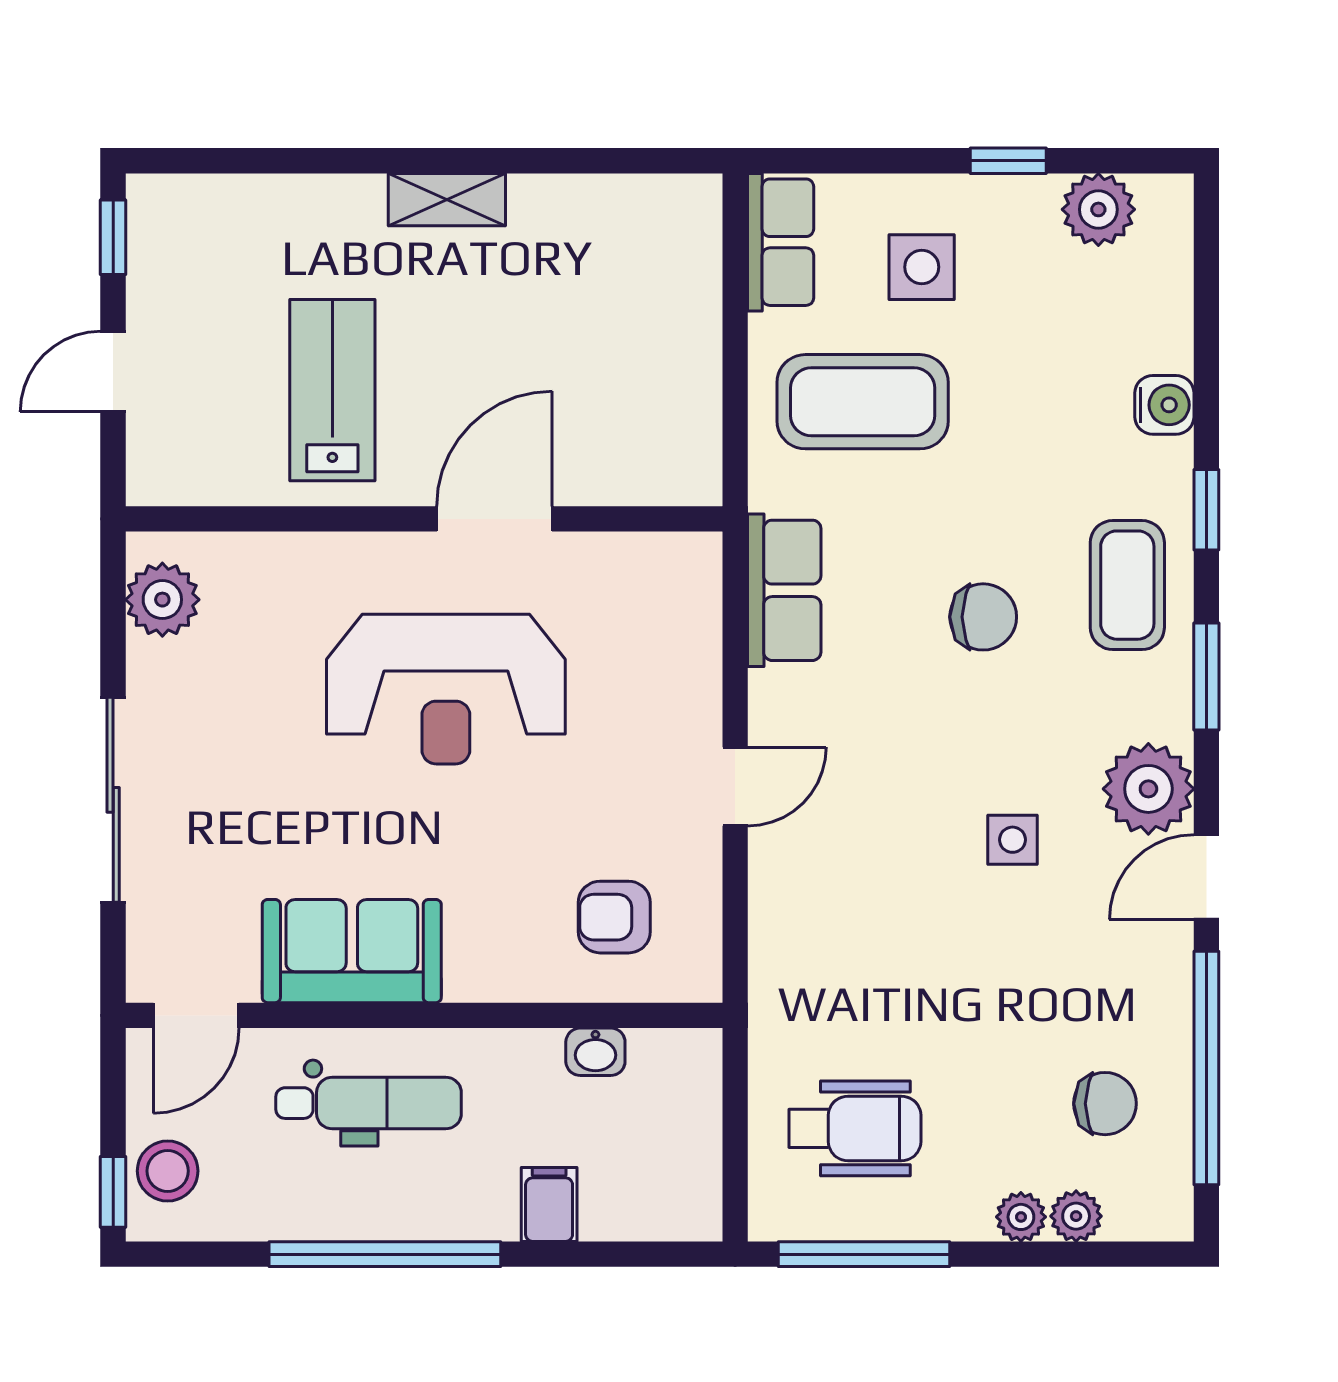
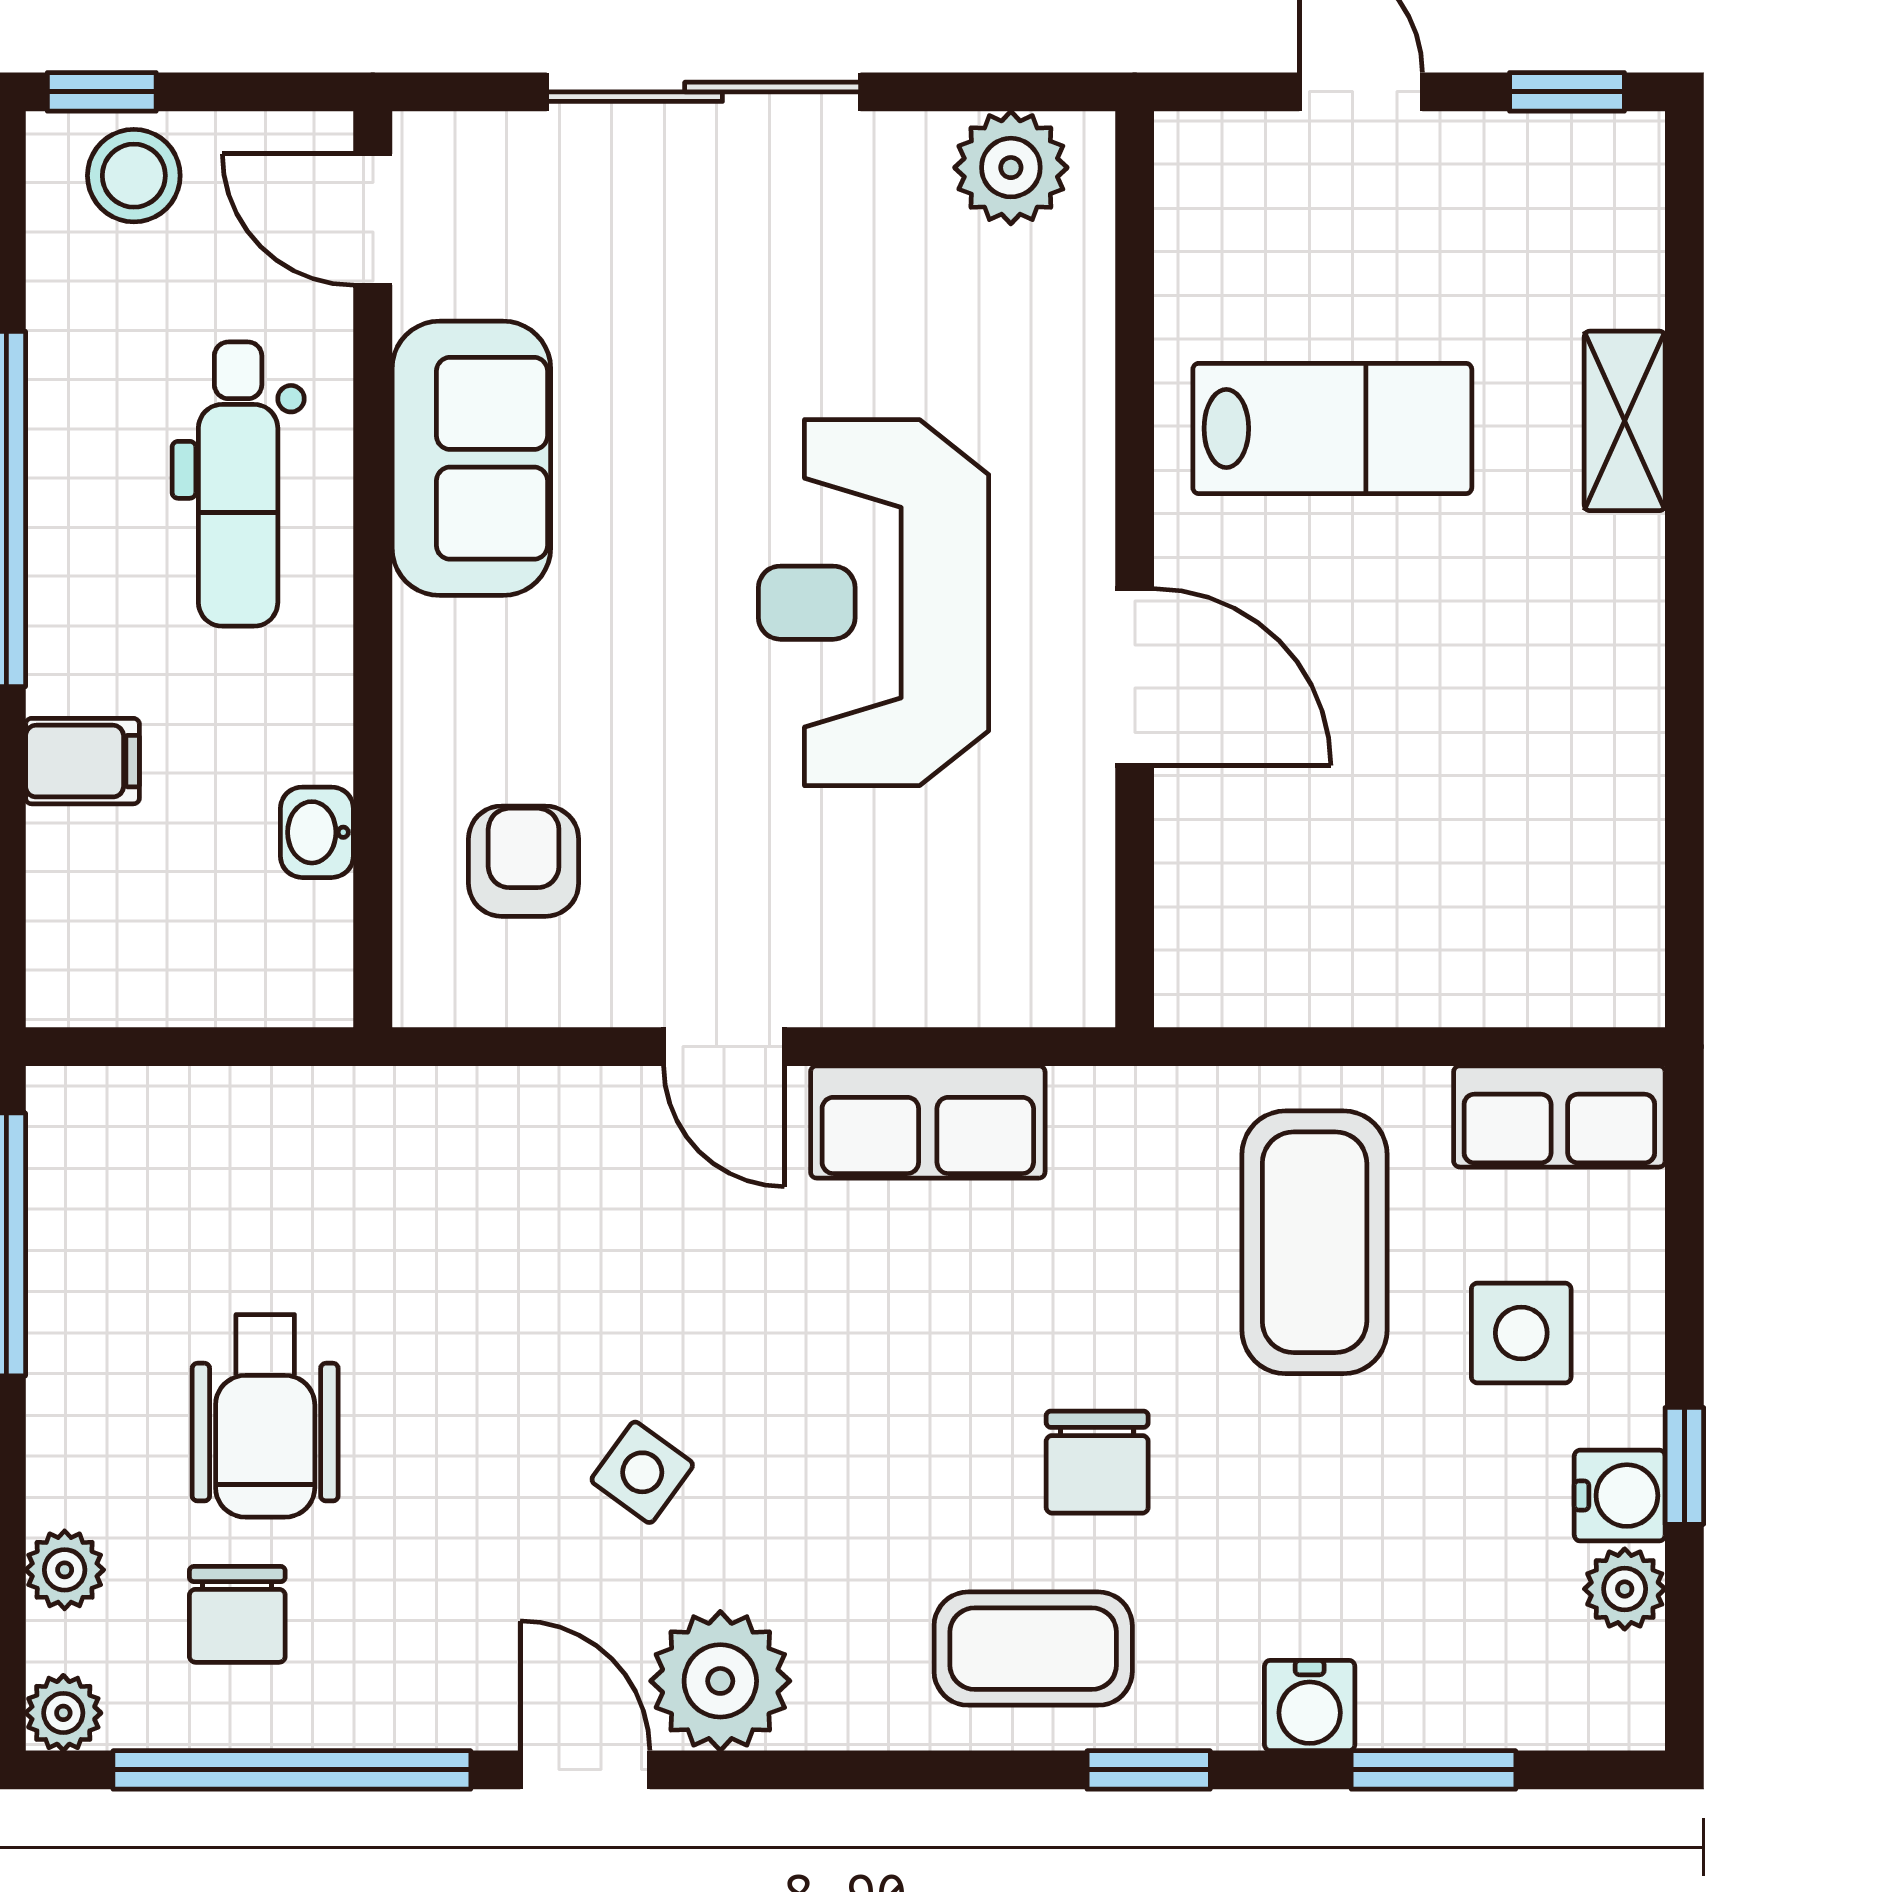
shelving: (447, 200) -> (1625, 421), moved
water cooler: (1028, 203) -> (1620, 1496), added
plant: (1098, 209) -> (1625, 1589), width x0.73, depth x0.73
row of seats: (784, 590) -> (928, 1122), moved
chair: (983, 617) -> (1097, 1462), moved
window: (1206, 676) -> (1434, 1770), moved
side table: (1013, 840) -> (642, 1472), turned 36
wheelchair: (855, 1128) -> (265, 1416), moved
plant: (1021, 1217) -> (63, 1713), moved

